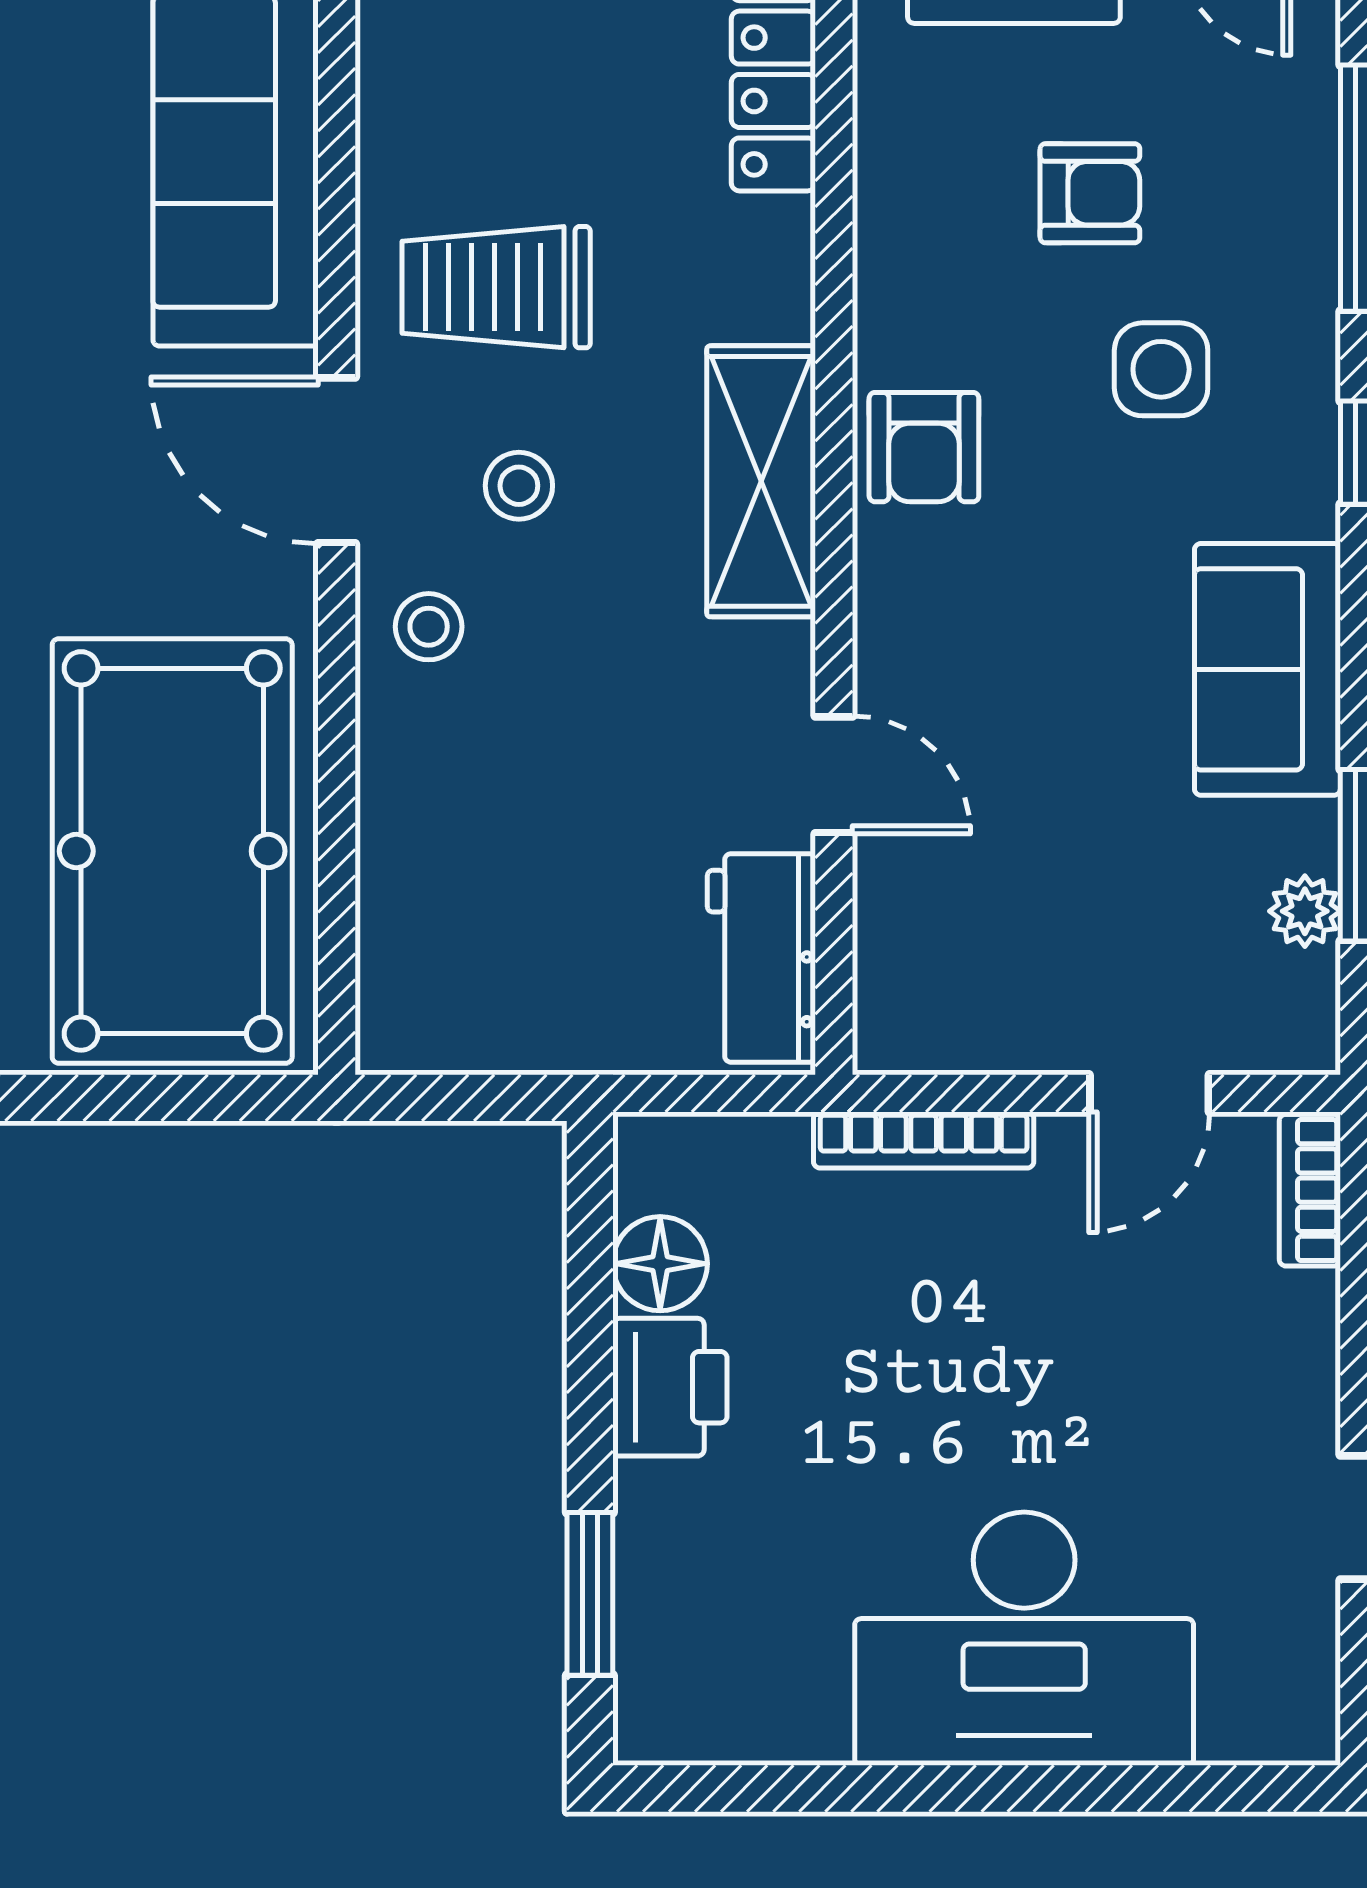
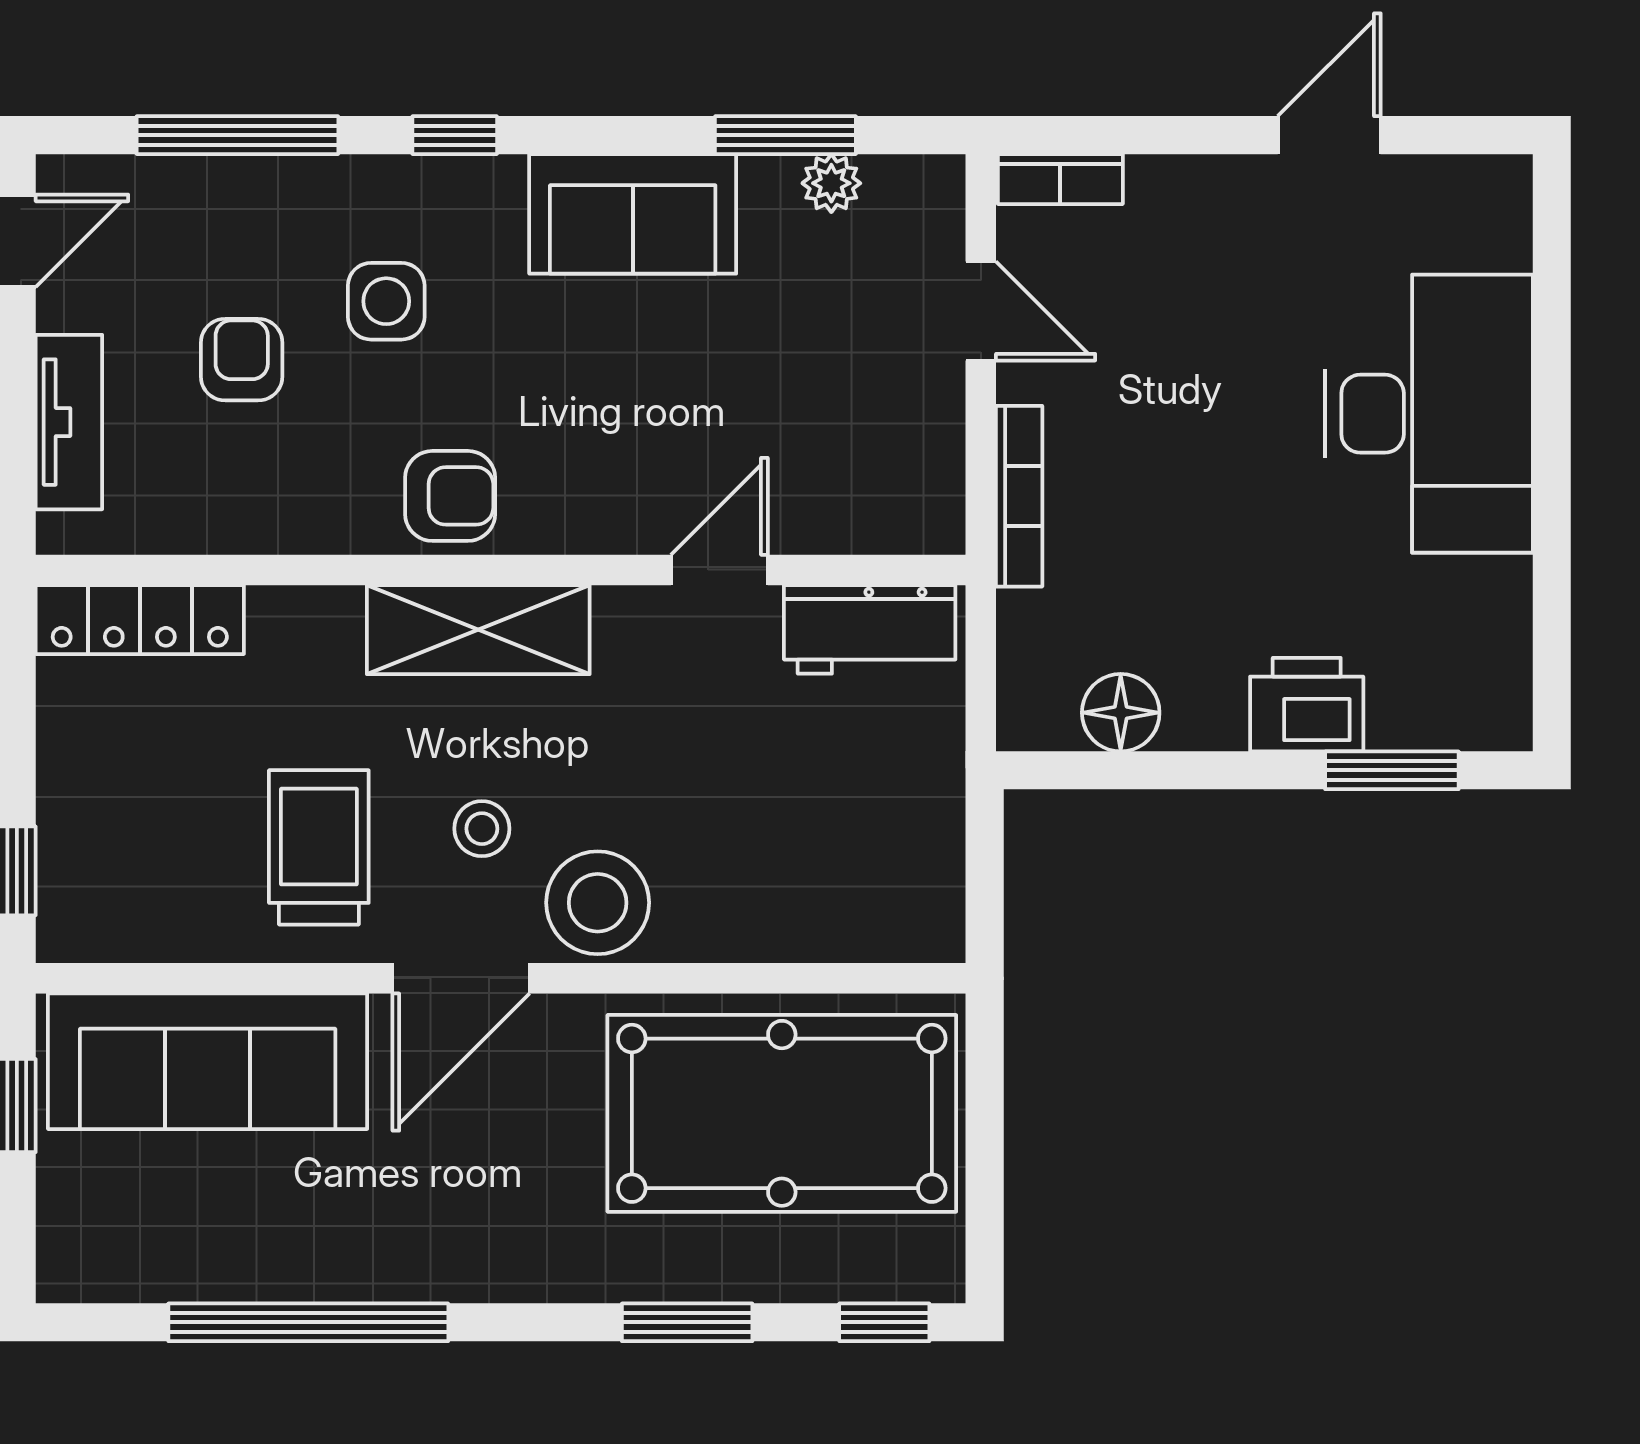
trolley: (496, 287) -> (319, 847), turned 180
stool: (429, 627) -> (598, 903), width x1.89, depth x1.89
printer: (670, 1387) -> (1307, 705), moved

